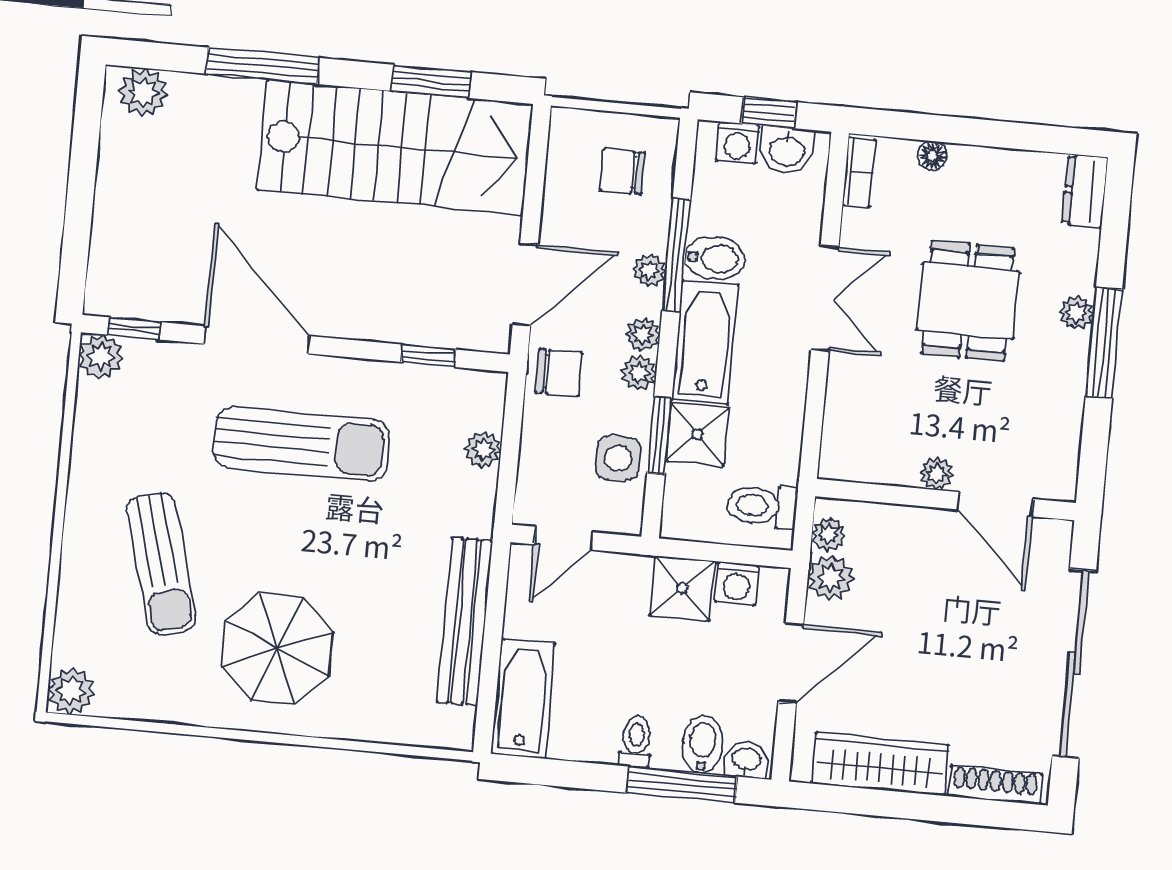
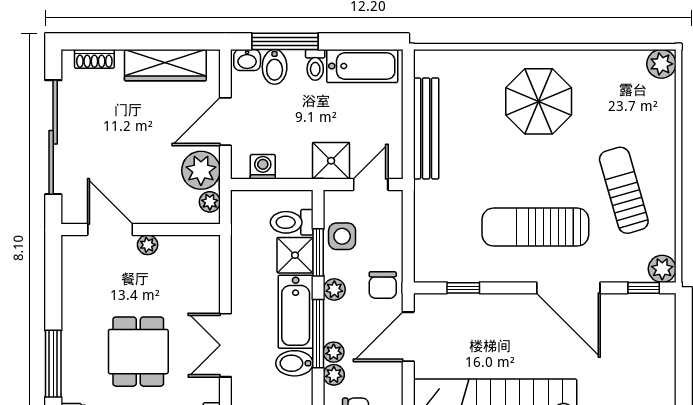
window: (676, 255) -> (318, 334), moved
plant: (1076, 313) -> (72, 351), removed
plant: (643, 335) -> (334, 375), moved
window: (1104, 343) -> (53, 364), moved
chair: (559, 372) -> (383, 285), turned -90
plant: (483, 449) -> (425, 234), removed
toilet: (762, 506) -> (292, 222), moved, turned 180
sun lounger: (161, 564) -> (624, 190), moved
plant: (831, 578) -> (201, 170), width x1.36, depth x1.36
shower: (682, 588) -> (331, 161), moved
bathtub: (523, 699) -> (362, 66), moved, turned -90
shoe rack: (995, 785) -> (94, 59), width x0.70

